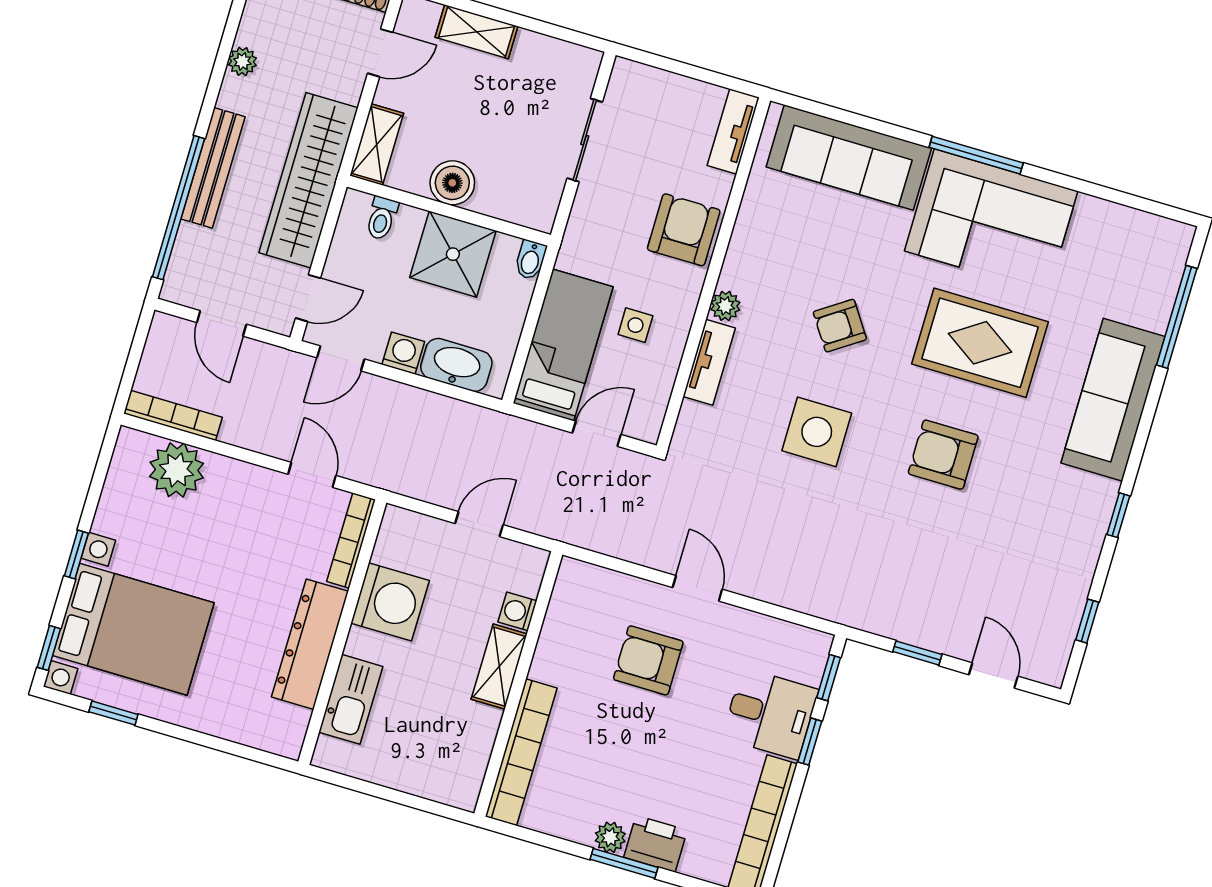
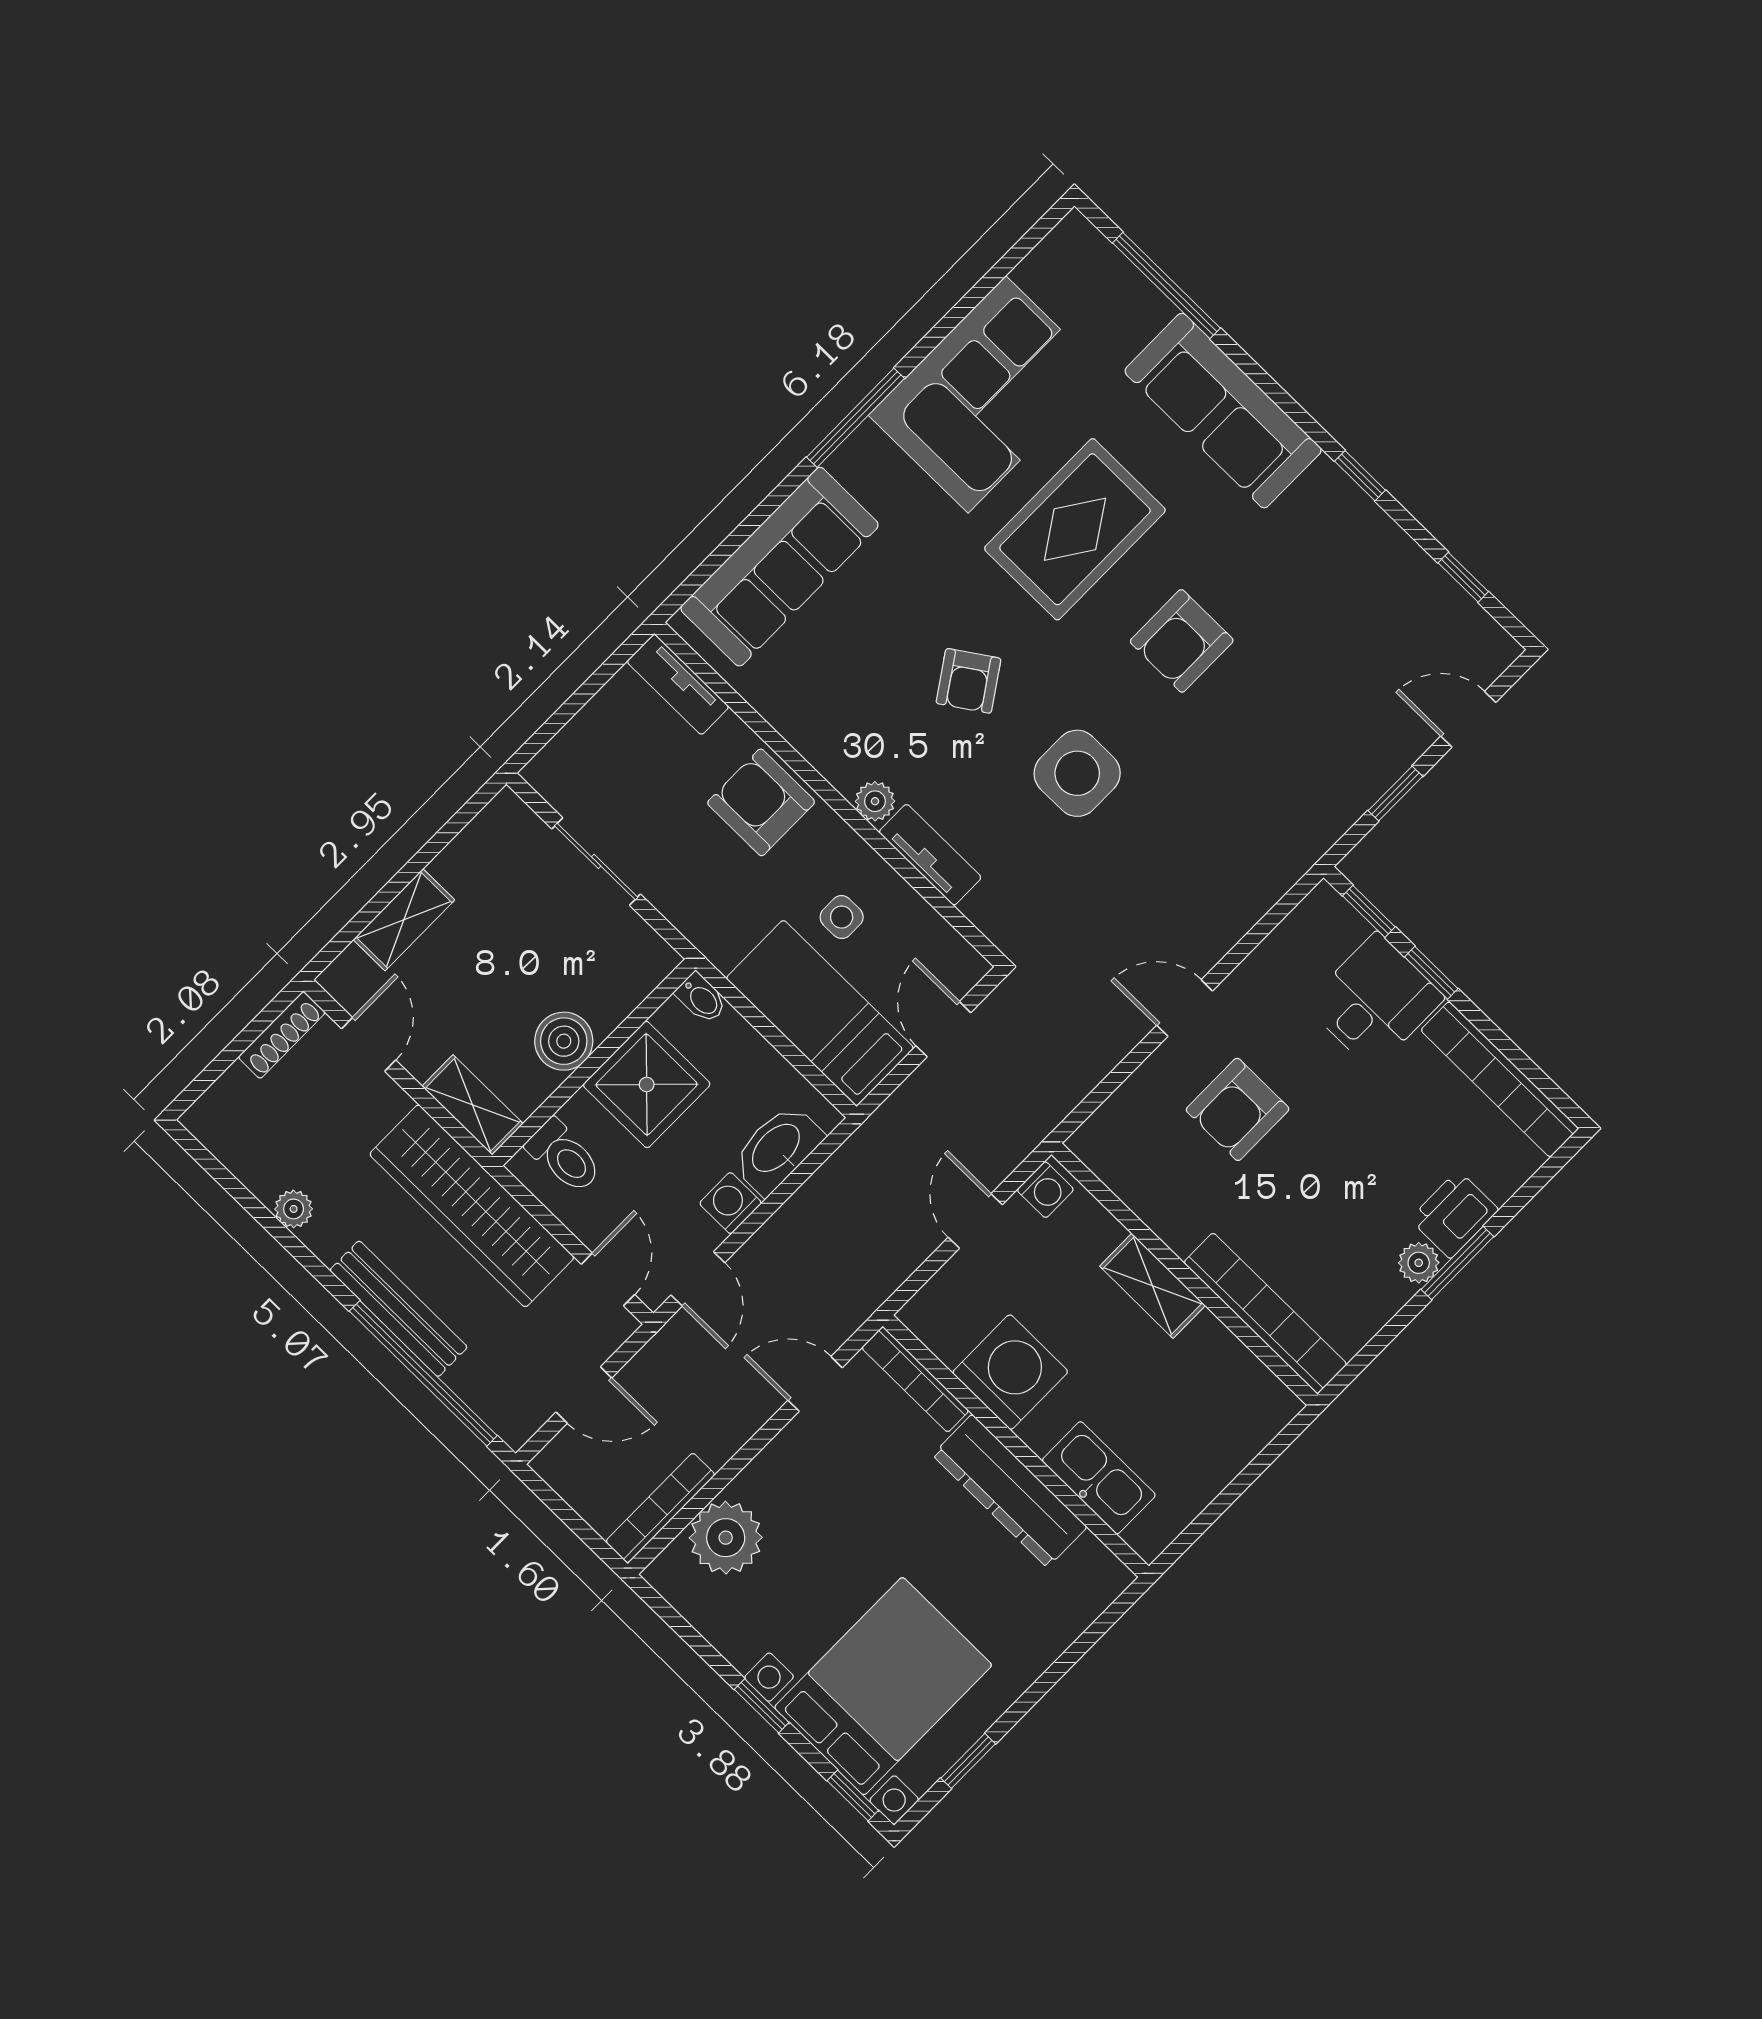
toilet: (382, 218) -> (564, 1156), width x1.37, depth x1.39
corner sofa: (991, 221) -> (987, 394), moved
washing machine: (517, 611) -> (1045, 1190), moved, turned -90

